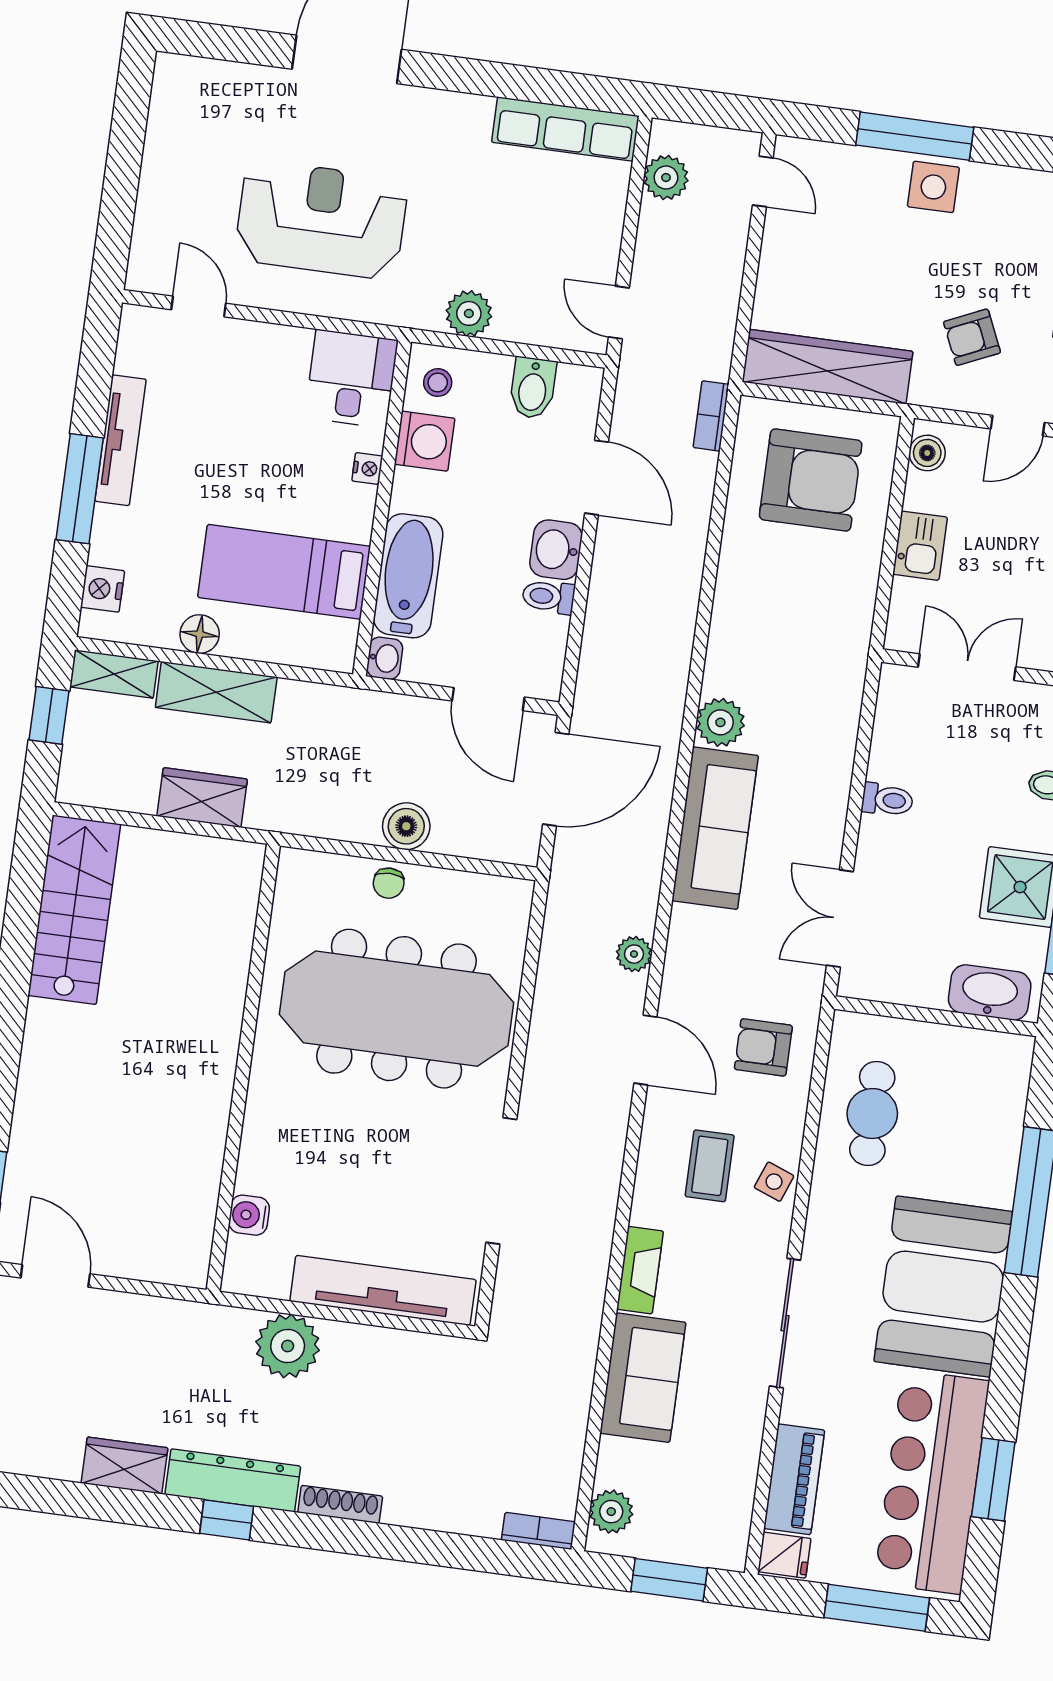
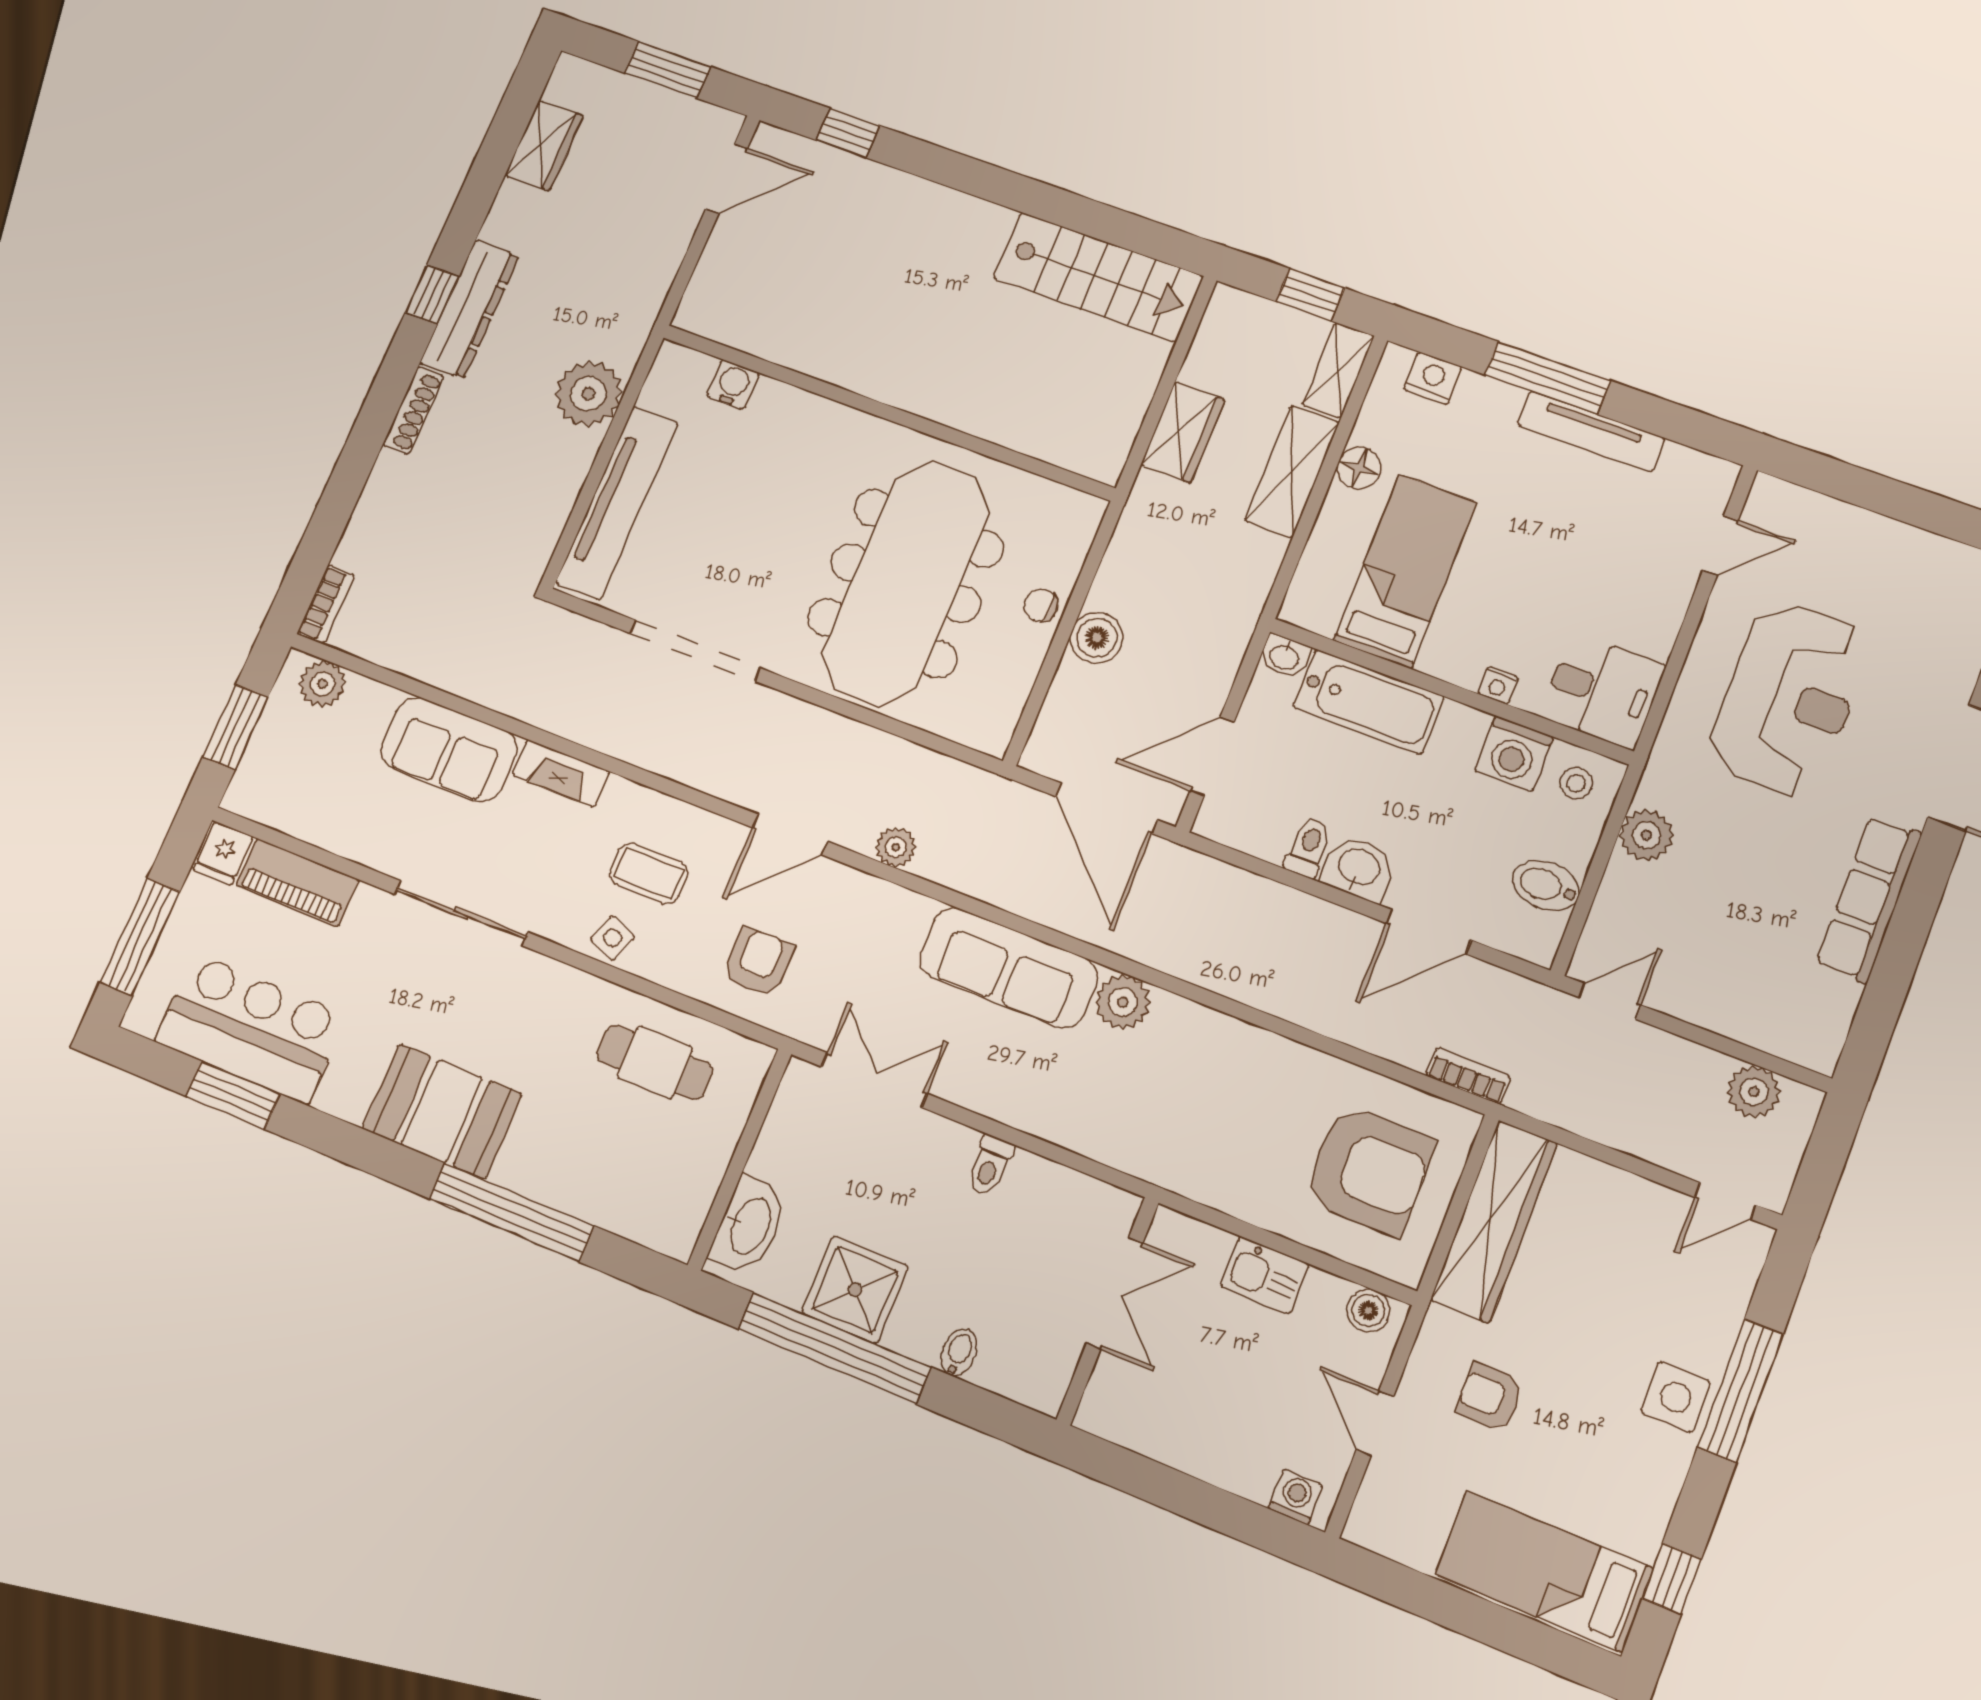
row of seats: (565, 129) -> (1869, 899), moved
armchair: (972, 337) -> (1490, 1397), turned -66
armchair: (811, 480) -> (1369, 1170), turned -90
booth: (943, 1287) -> (442, 1111), width x0.73, depth x0.70
wardrobe: (124, 1465) -> (544, 145), moved
bar counter: (932, 1482) -> (251, 1028), width x0.73

